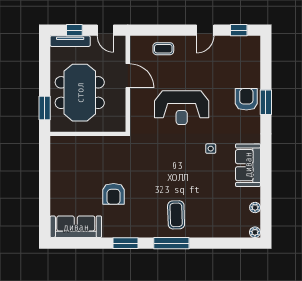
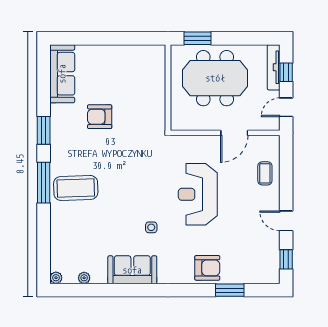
window: (266, 102) -> (230, 290), moved
coffee table: (176, 215) -> (76, 188), width x1.36, depth x1.32

